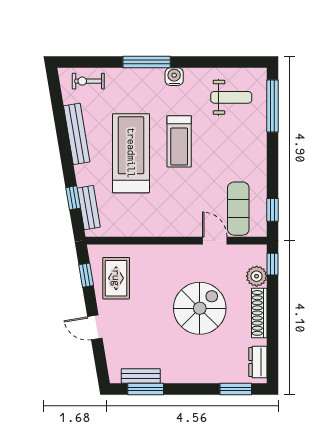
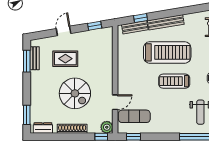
bench: (77, 134) -> (166, 22), moved
plant: (257, 276) -> (107, 127), moved
rug: (116, 278) -> (65, 59), moved

